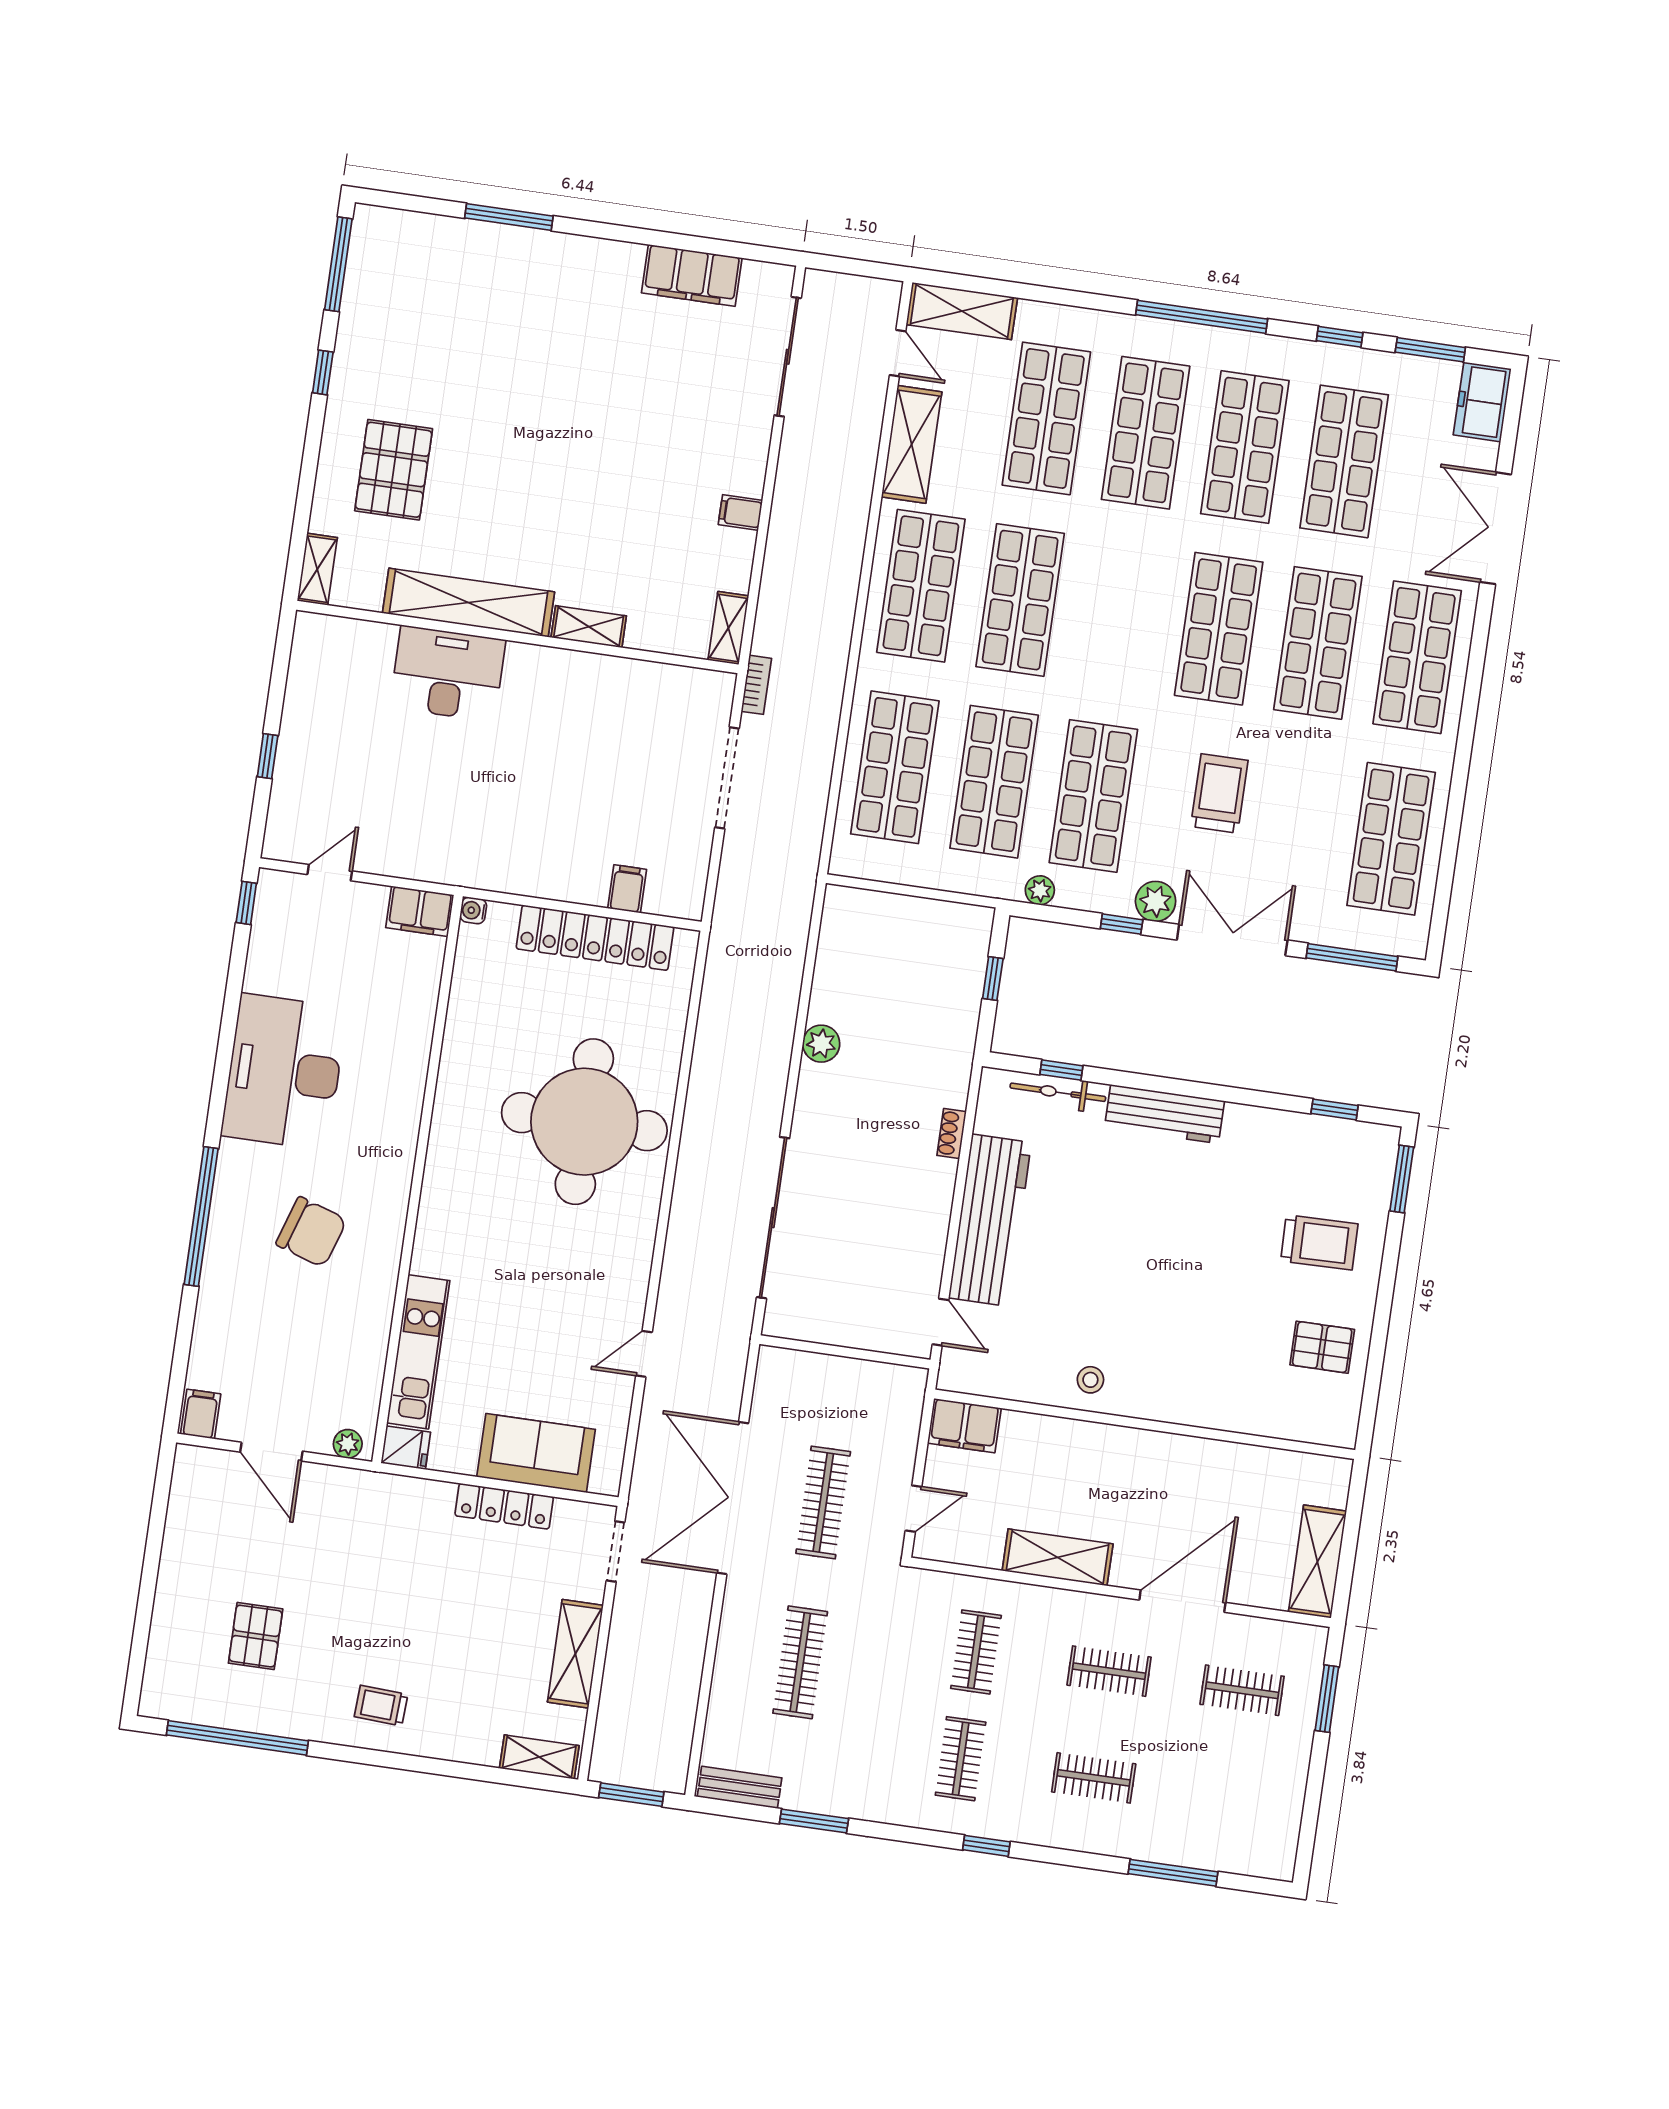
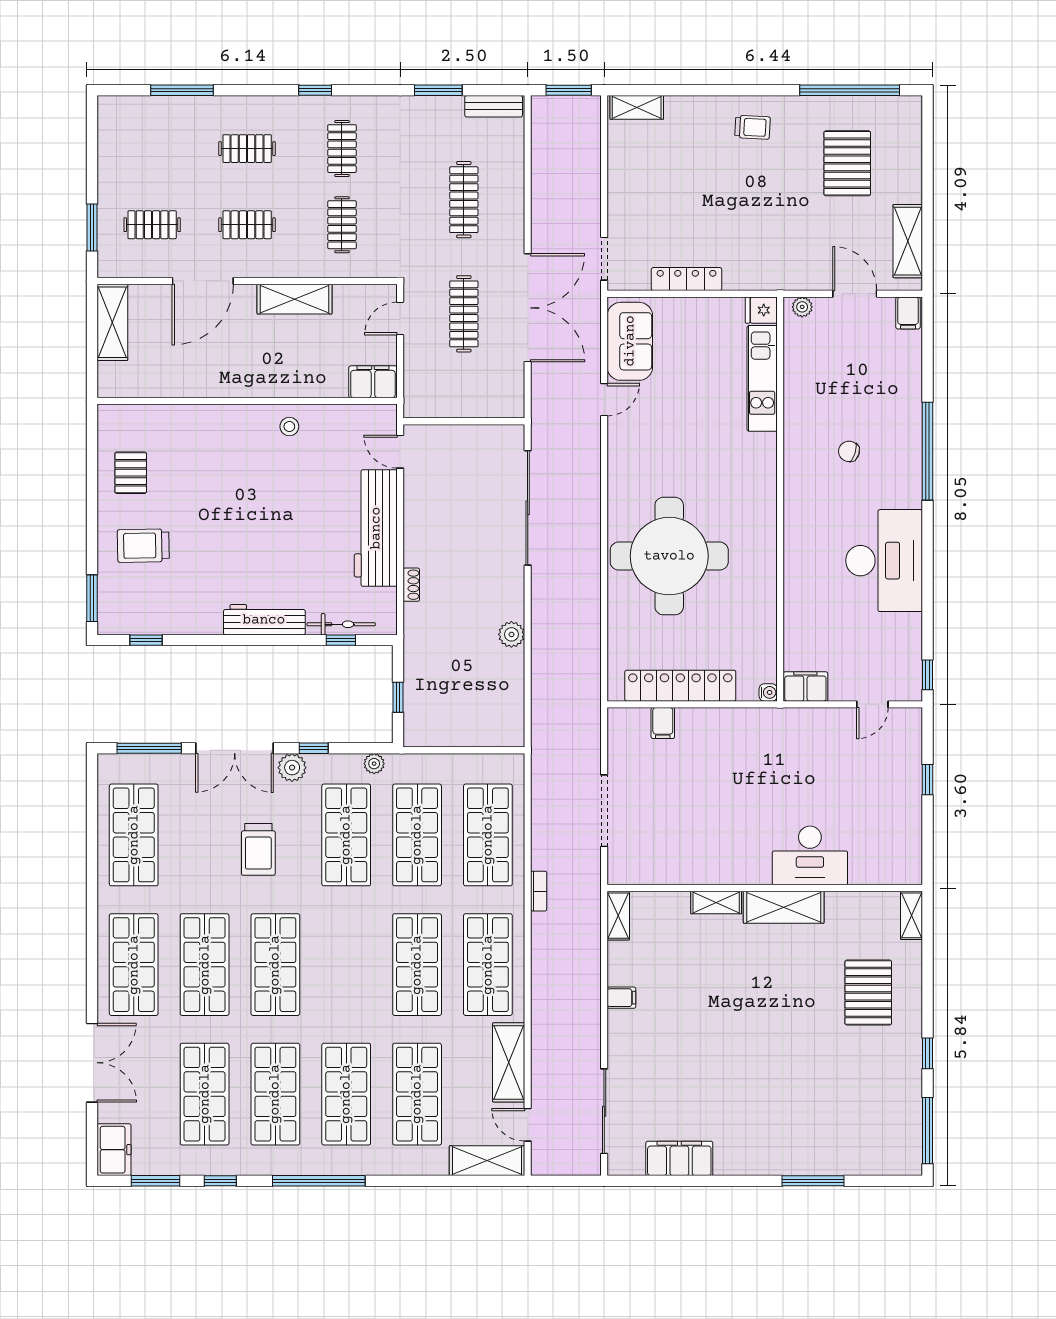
shelving: (468, 603) -> (784, 907), width x0.68
bookcase: (756, 685) -> (539, 891), moved, turned 180
chair: (311, 1232) -> (849, 451), width x0.54, depth x0.54
pallet: (1322, 1347) -> (131, 473), turned 90
sofa: (536, 1453) -> (630, 341), moved, turned -90
pallet: (256, 1636) -> (847, 163), width x1.50, depth x1.42
shelving: (575, 1654) -> (908, 241), moved

